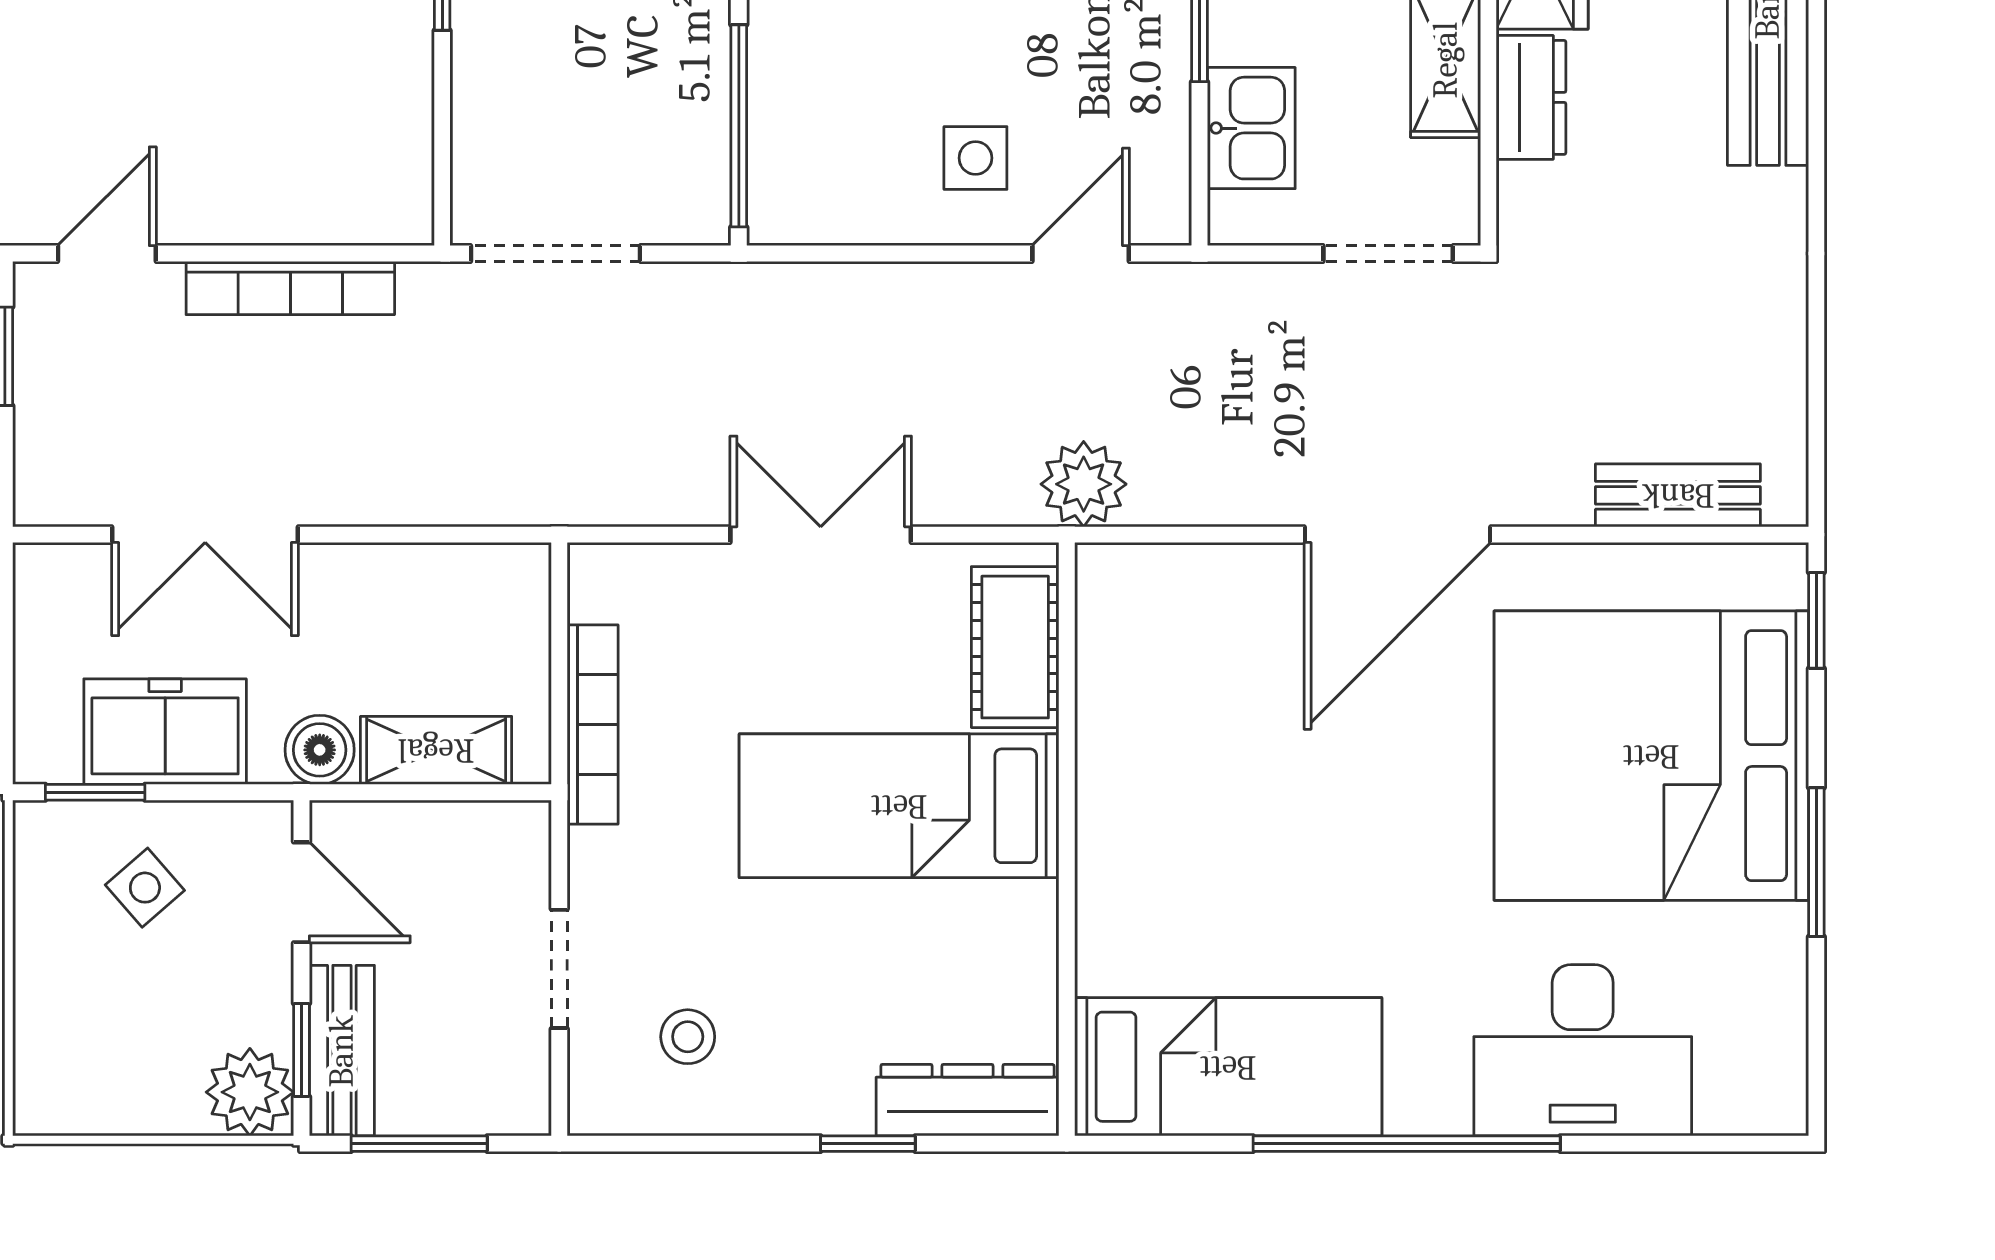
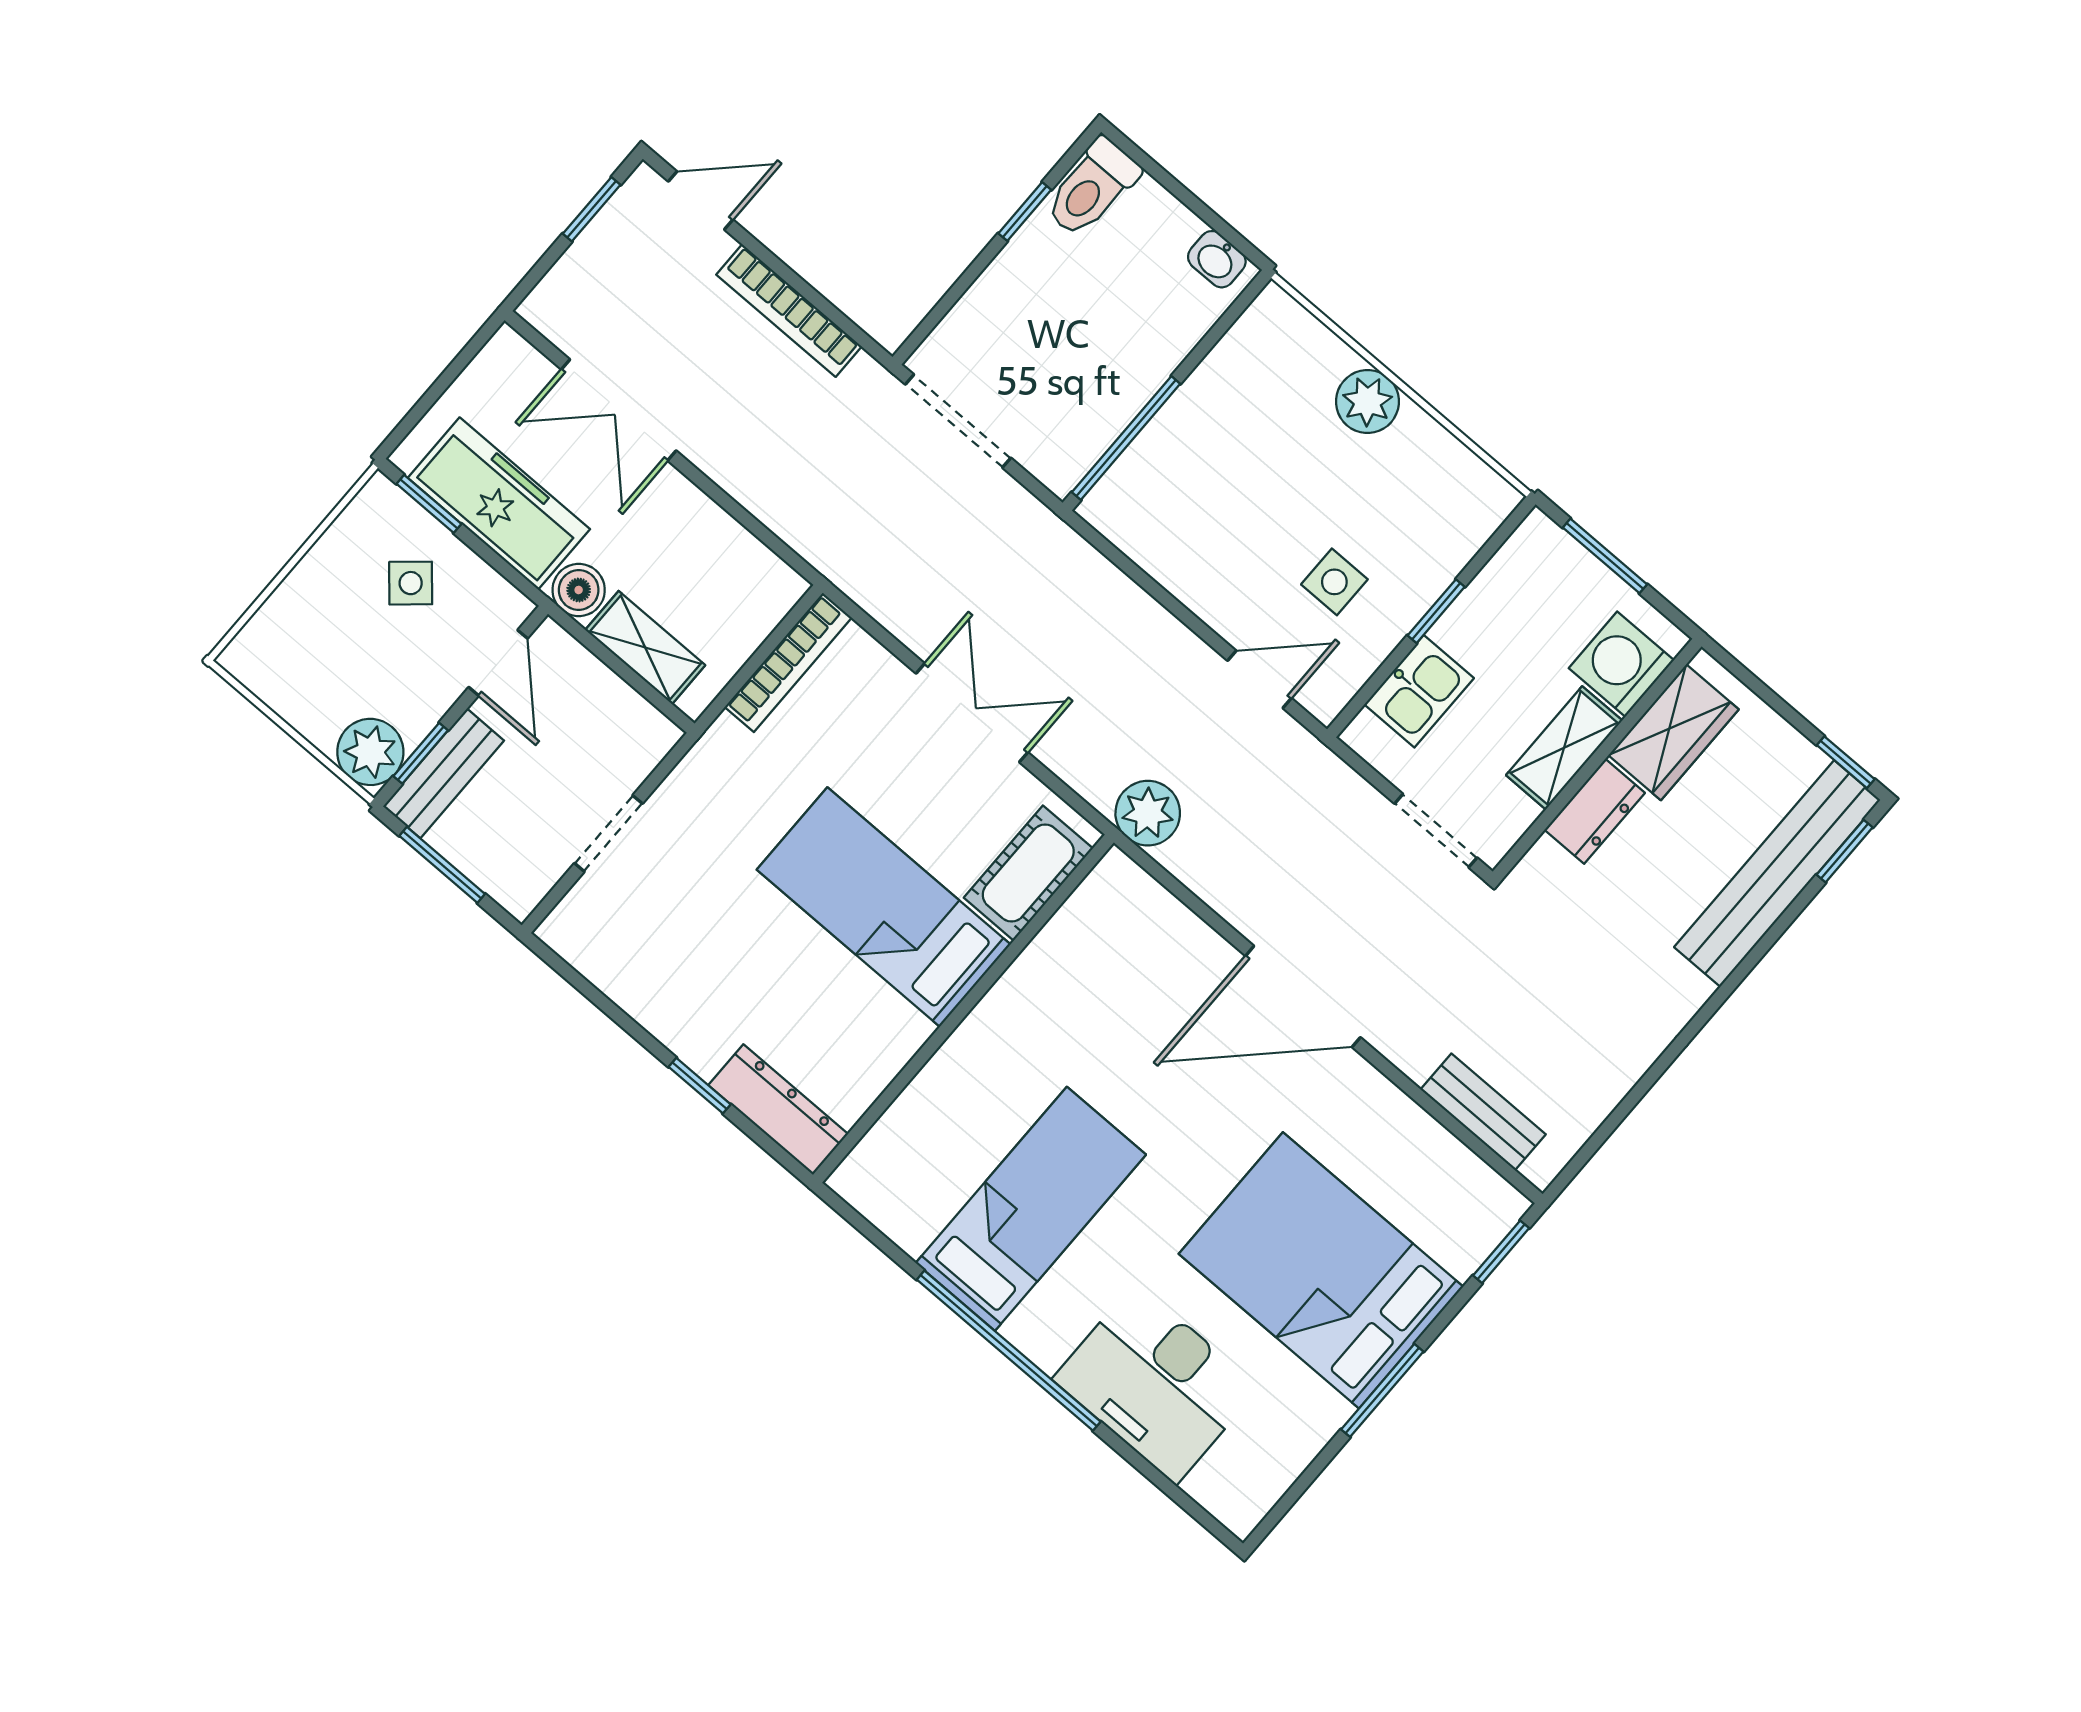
side table: (975, 158) -> (1334, 582), moved
bookcase: (593, 724) -> (788, 662), moved
freezer: (165, 732) -> (499, 503), width x1.40
bed: (1651, 756) -> (1321, 1270), width x0.73
stool: (688, 1037) -> (649, 936), removed
bed: (1228, 1067) -> (1031, 1209), moved, turned -90

